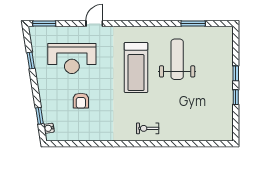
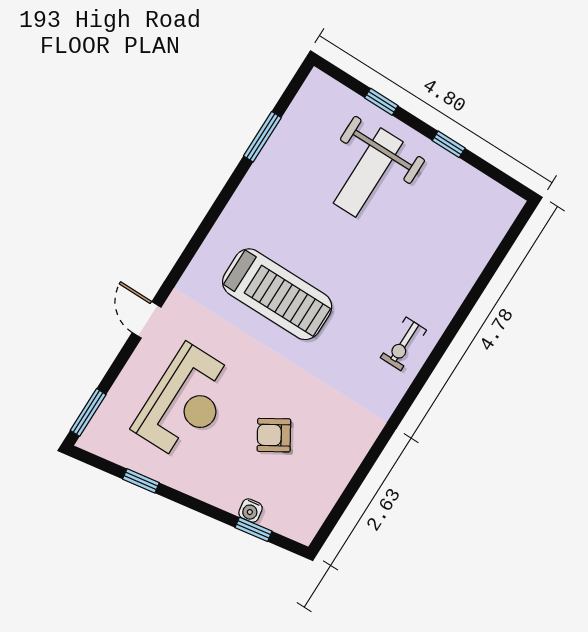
weight bench: (177, 59) -> (368, 173), moved, turned -90
window: (236, 73) -> (381, 102), moved
armchair: (81, 101) -> (274, 435), turned 149
water cooler: (49, 128) -> (250, 511), moved

